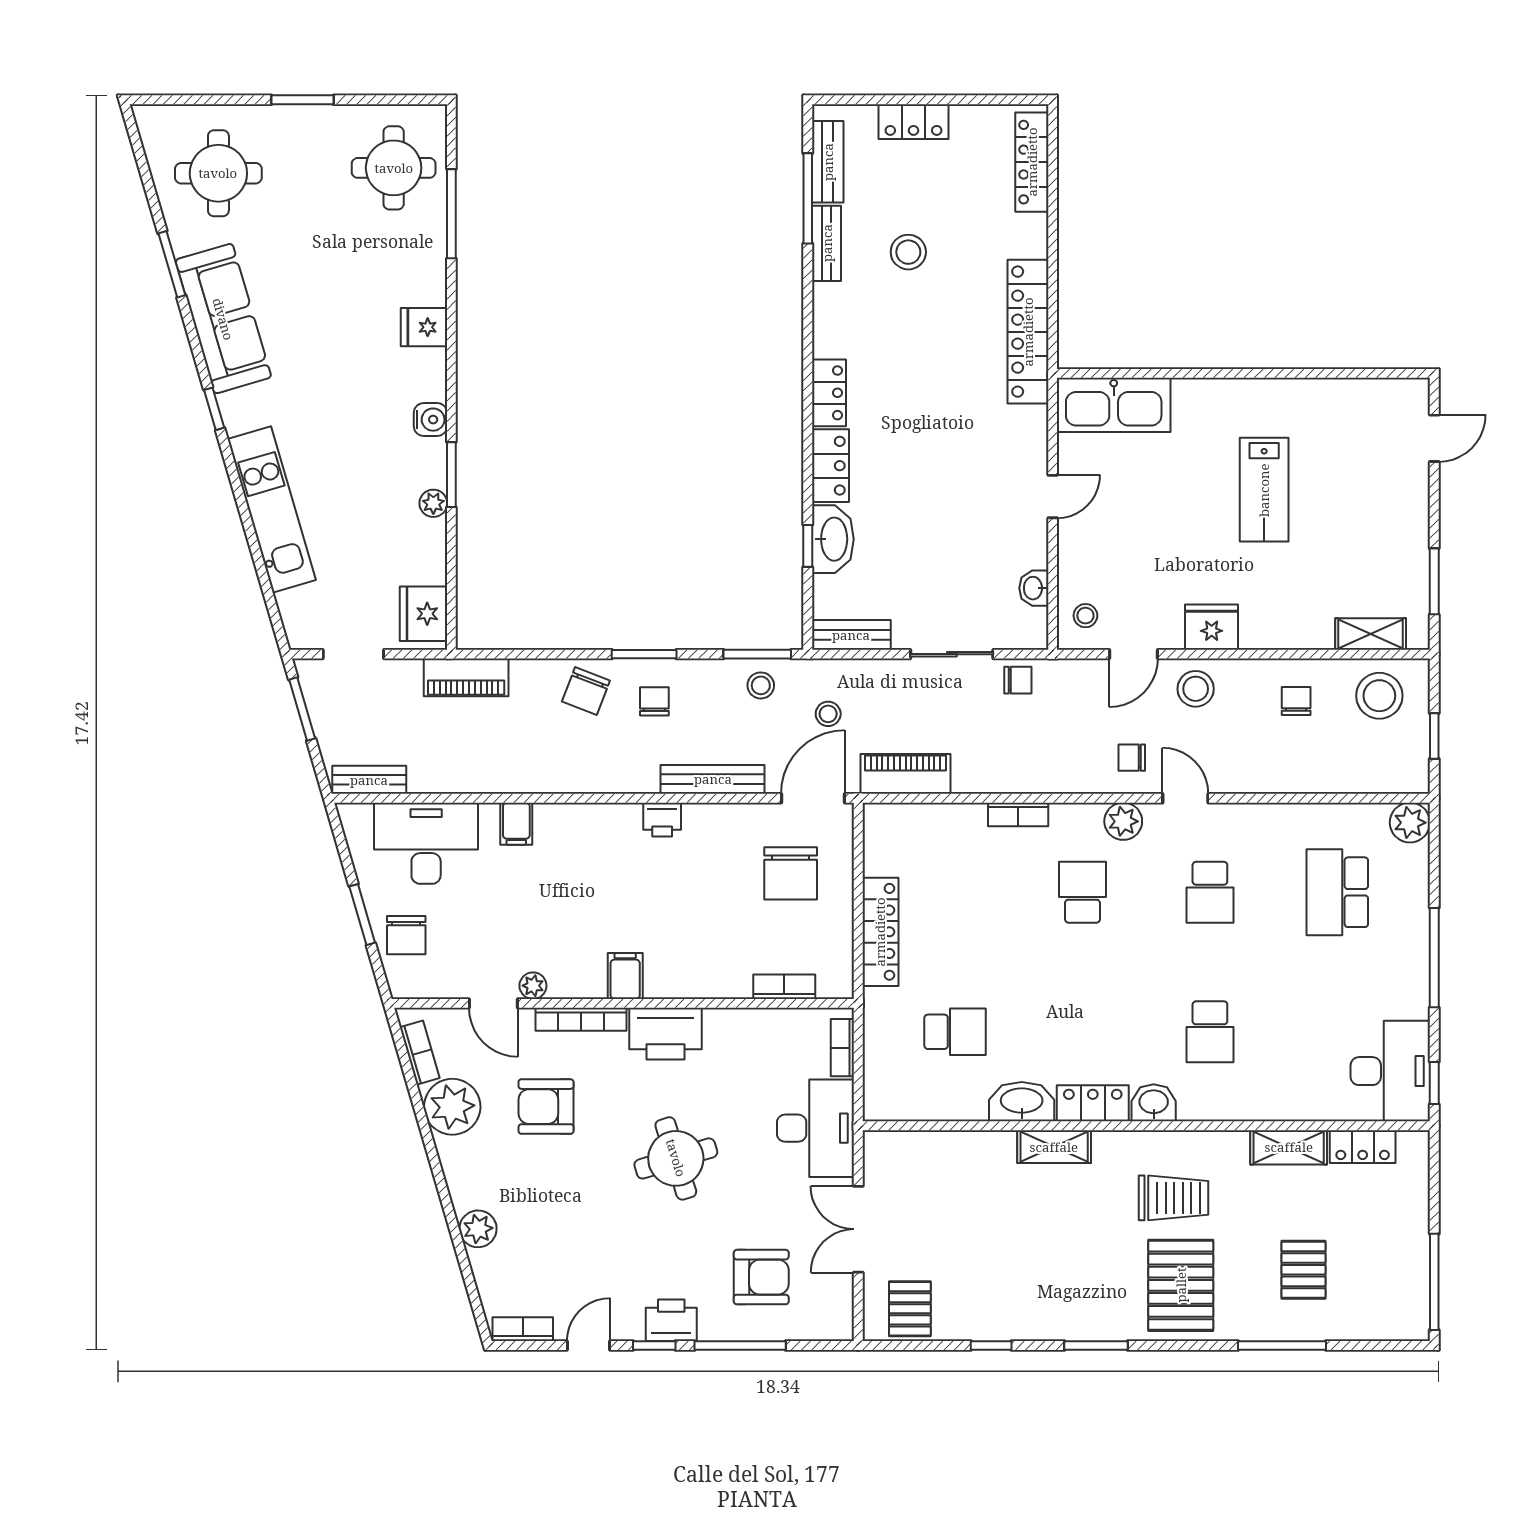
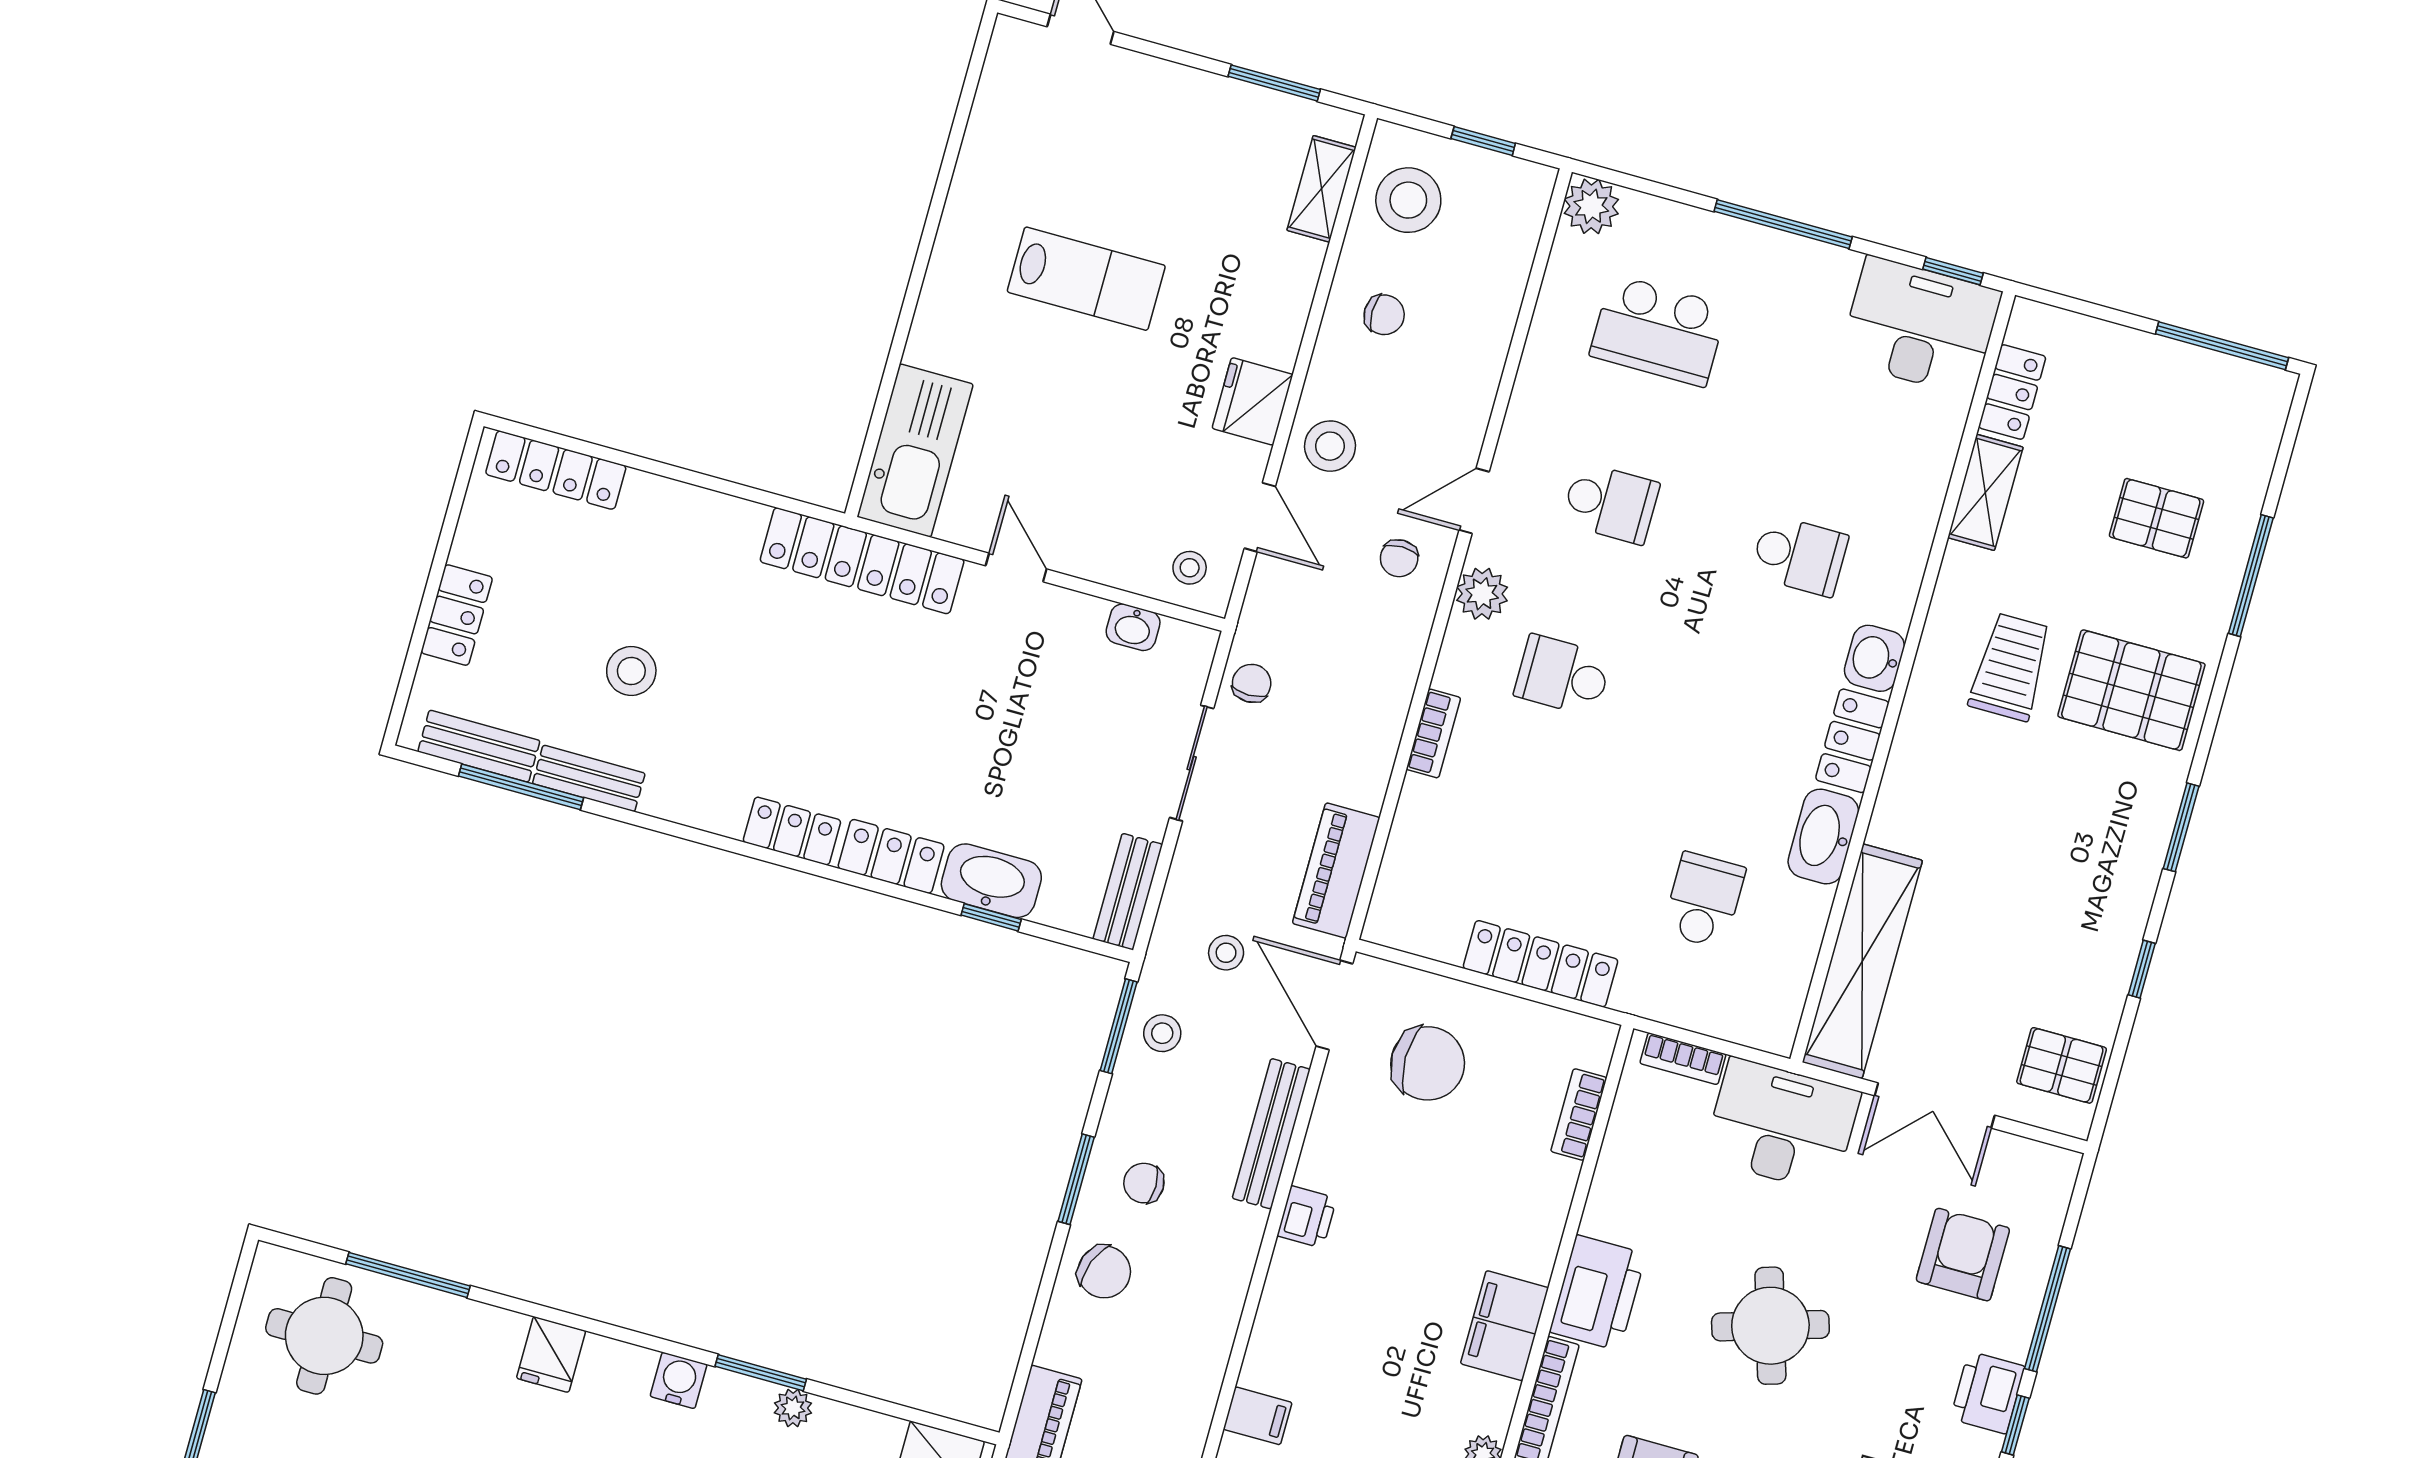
locker: (1028, 332) -> (862, 561), moved
chair: (1296, 701) -> (1384, 315), turned 180
filing cabinet: (625, 976) -> (1505, 1326), width x2.00
shelving: (1054, 1147) -> (1862, 961), moved, width x2.20, depth x1.33

